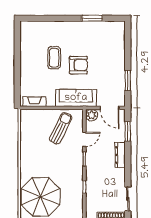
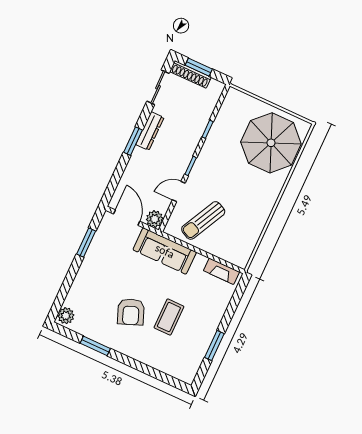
plant: (119, 29) -> (66, 316), added
window: (17, 53) -> (214, 346), added
armchair: (78, 65) -> (131, 312), moved, turned -111
window: (128, 131) -> (133, 141), moved
dresser: (120, 155) -> (150, 131), moved

